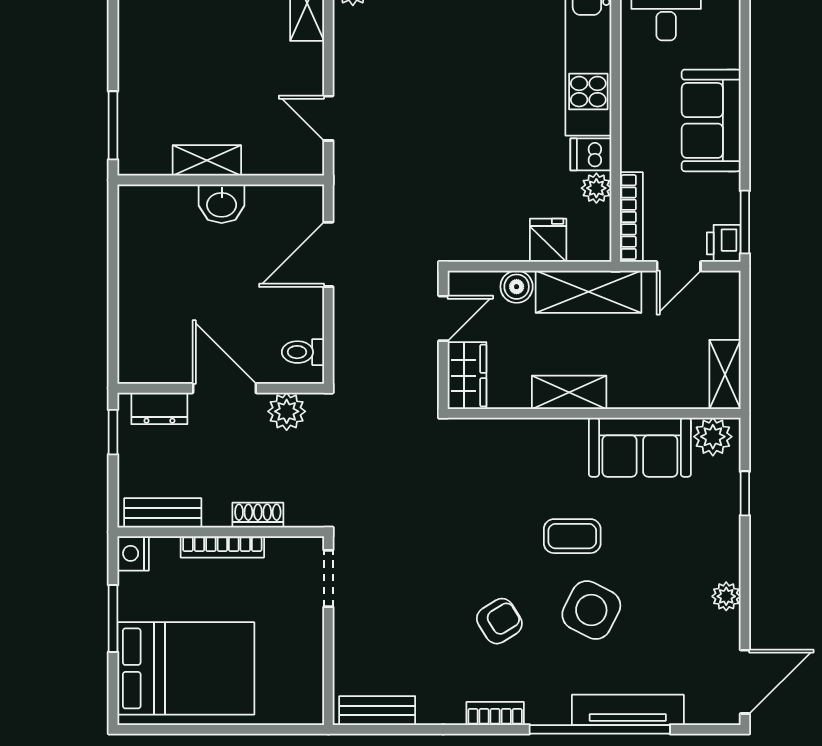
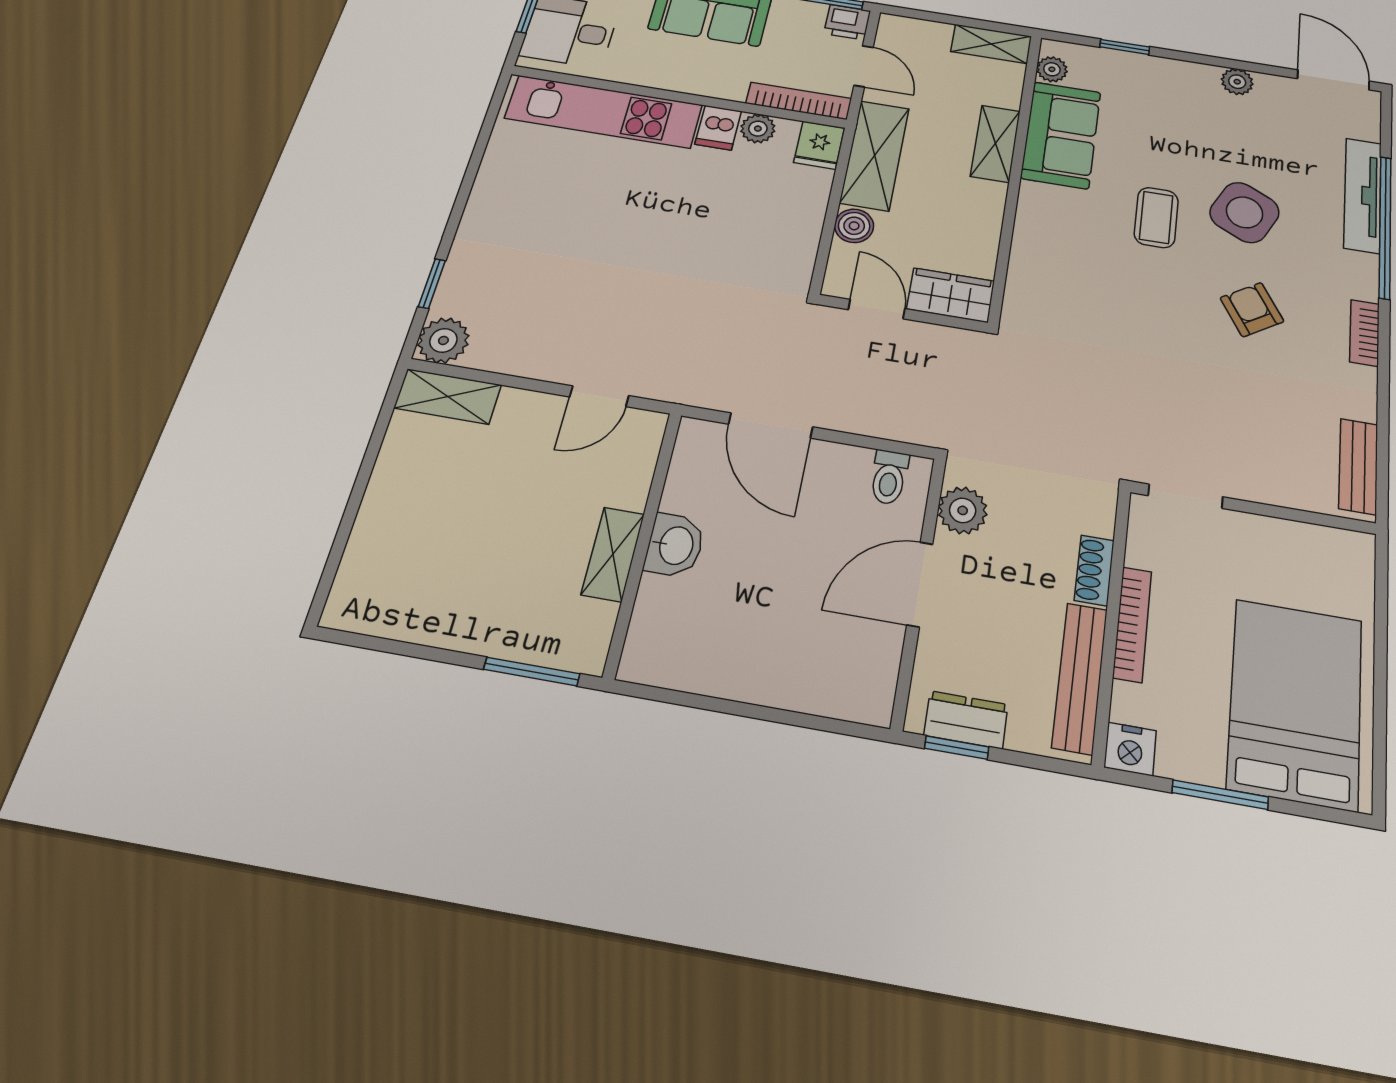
fridge: (548, 240) -> (819, 145), moved, turned -90
shelving: (569, 392) -> (995, 144), moved
dresser: (159, 408) -> (966, 720), moved, turned -90
plant: (713, 437) -> (1052, 69), width x0.73, depth x0.73
bench: (163, 513) -> (1080, 678), width x1.36

